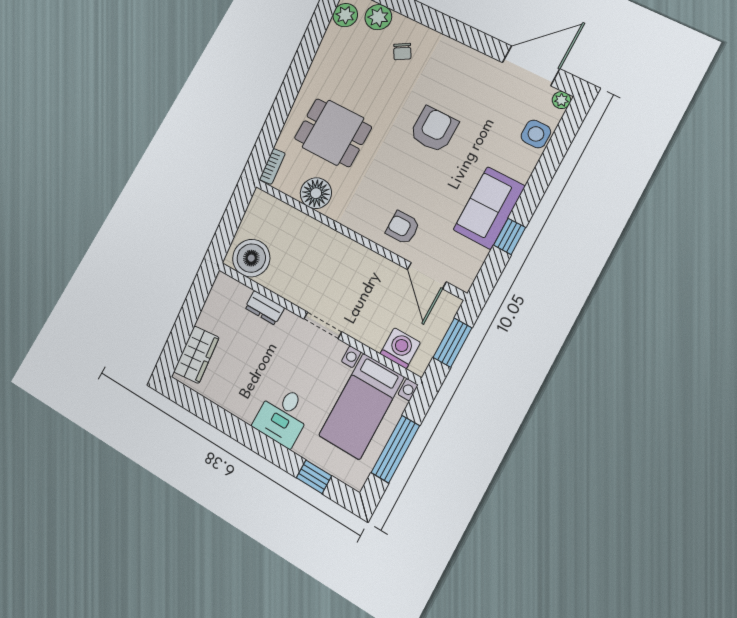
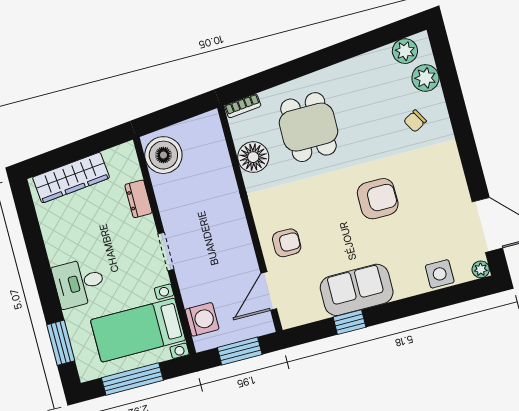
armchair: (403, 228) -> (287, 243), turned 90
wardrobe: (196, 355) -> (71, 178), width x1.50
window: (314, 477) -> (61, 343), width x1.50

